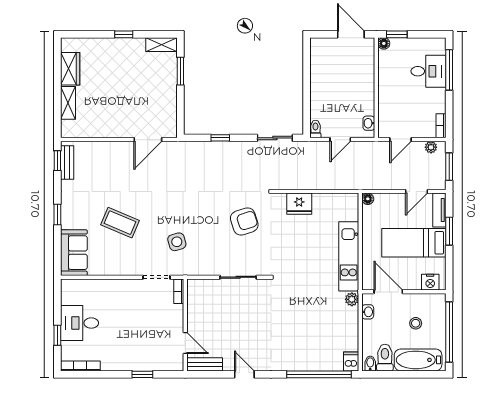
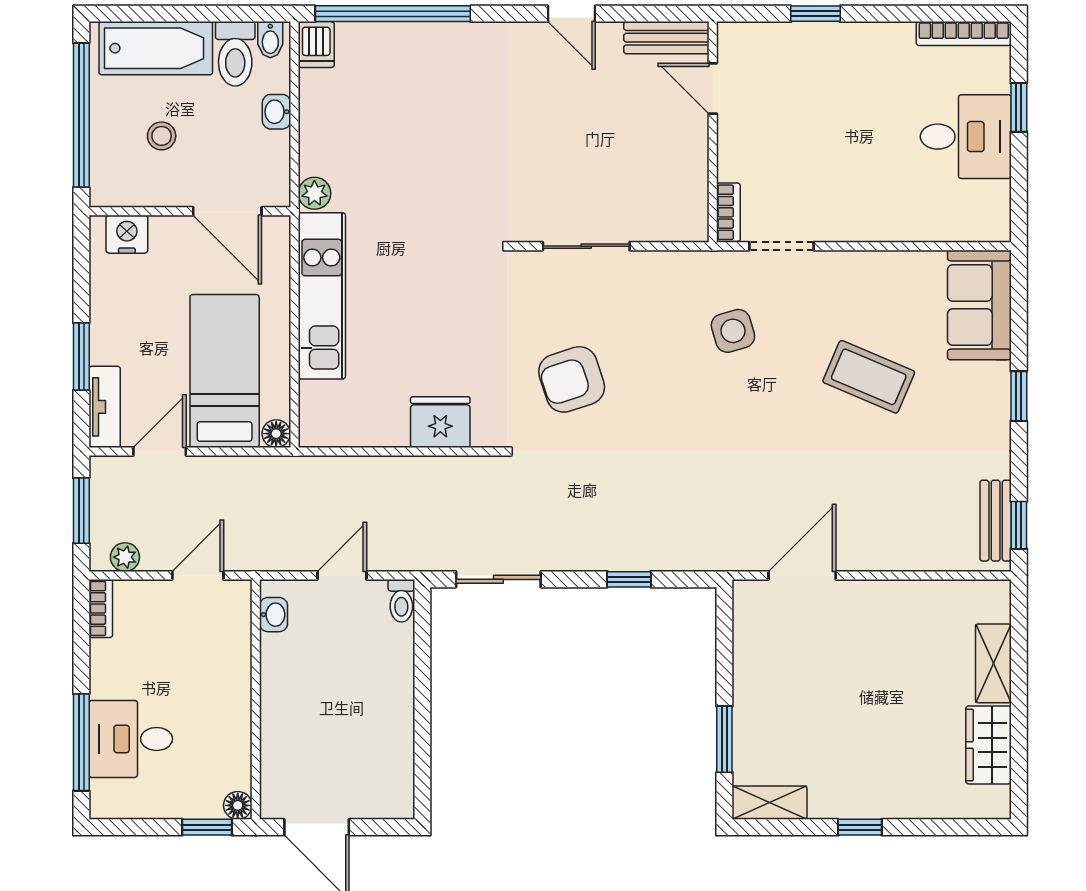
bed: (414, 243) -> (225, 371), moved, turned -90
washbasin: (368, 312) -> (276, 112), moved

